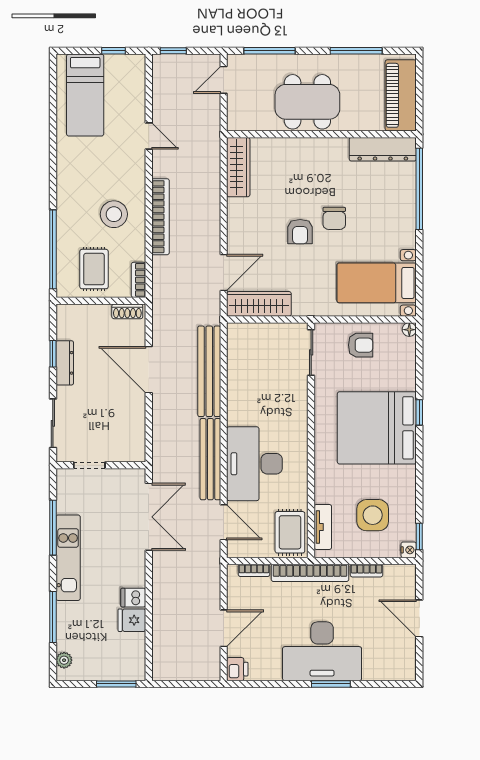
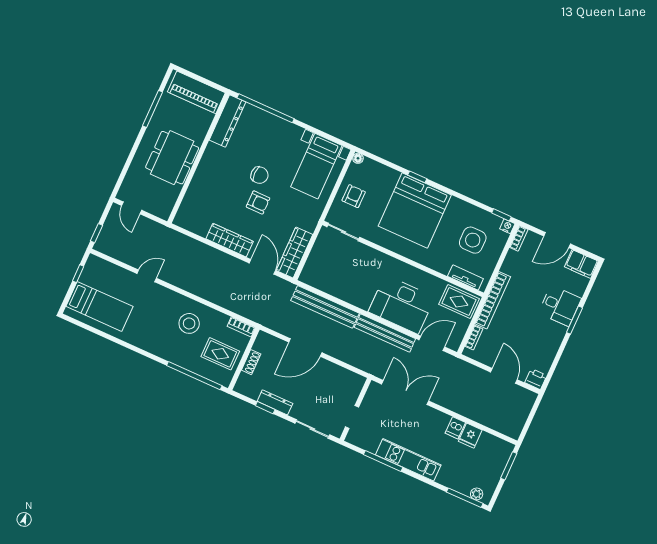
window: (269, 51) -> (126, 168), removed
wardrobe: (238, 167) -> (230, 240), moved
bookcase: (160, 217) -> (205, 293), removed
shoe rack: (127, 311) -> (251, 362), moved
bookcase: (366, 571) -> (519, 238), moved
window: (53, 617) -> (465, 498), moved
desk: (322, 651) -> (560, 306), width x0.53, depth x0.77
filing cabinet: (403, 661) -> (581, 264), added

